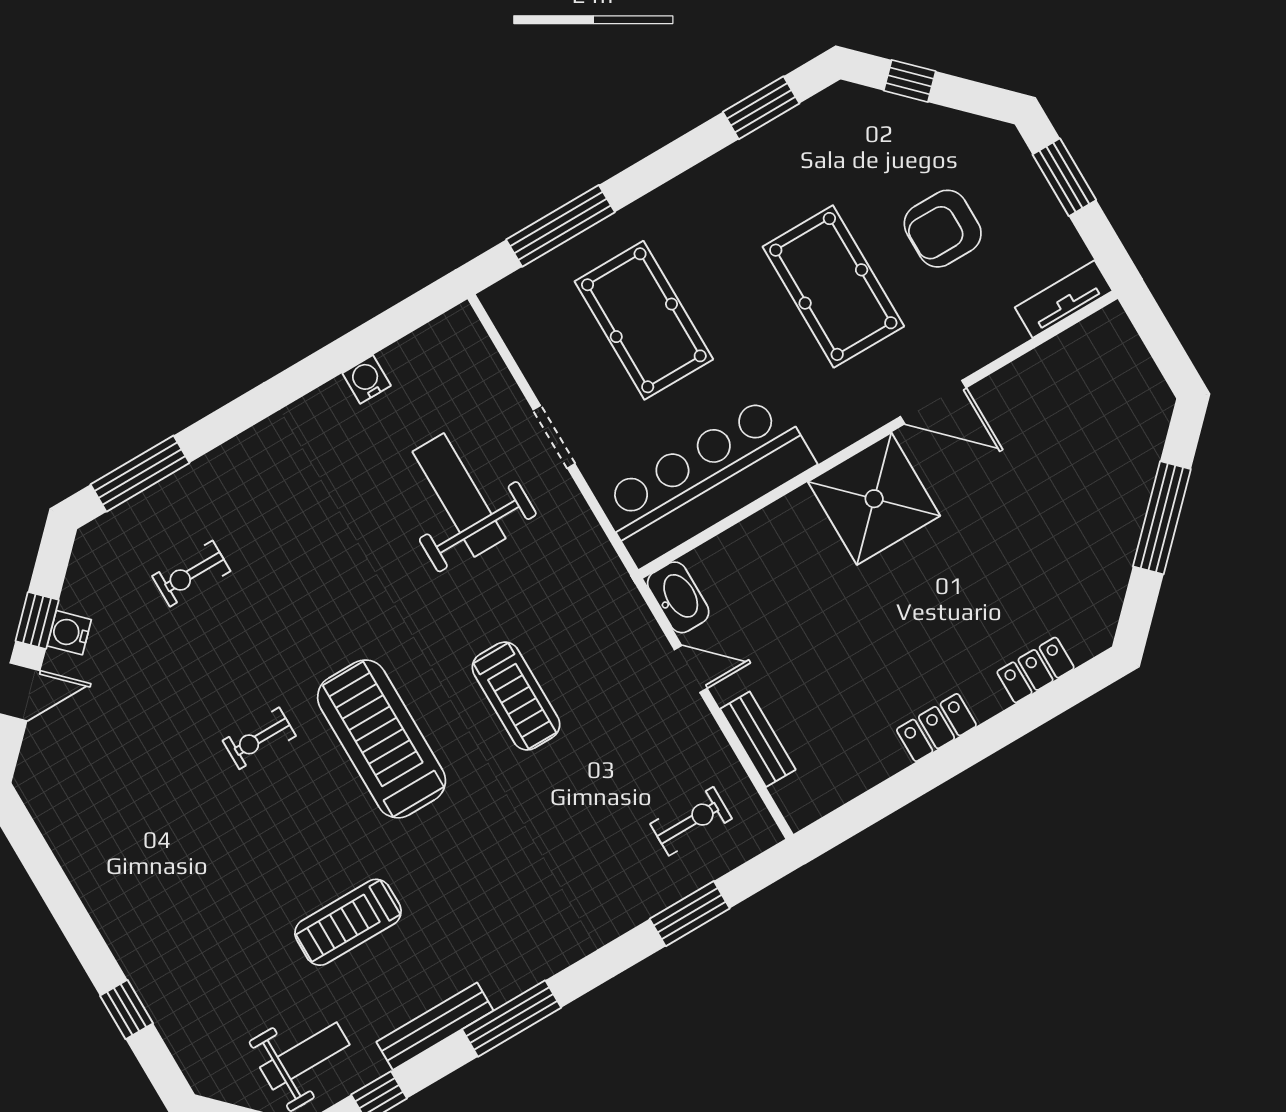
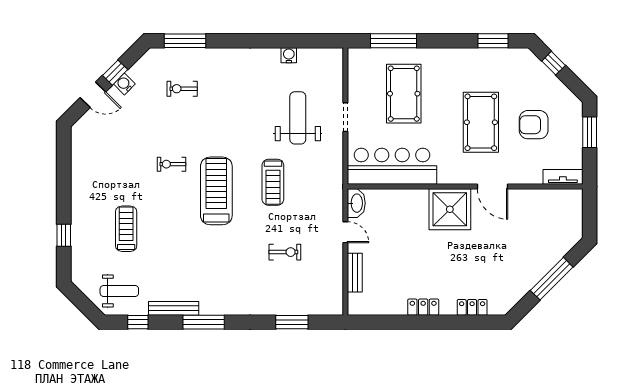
treadmill: (516, 696) -> (273, 182), moved
exercise bike: (691, 821) -> (285, 252), moved
treadmill: (348, 922) -> (126, 229), moved, turned 90

